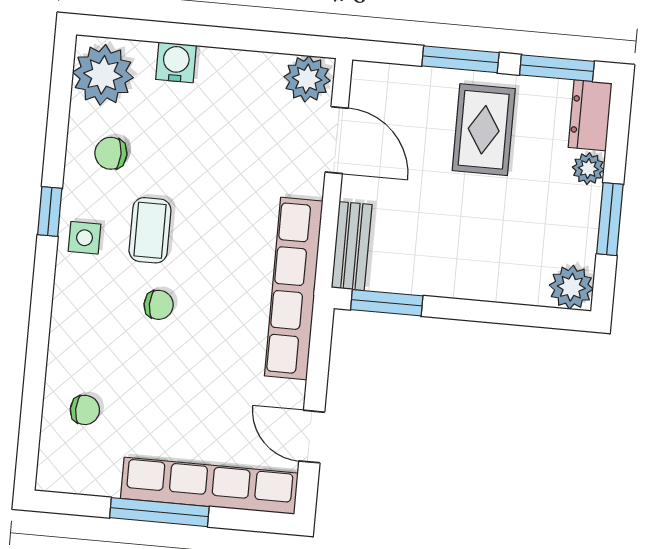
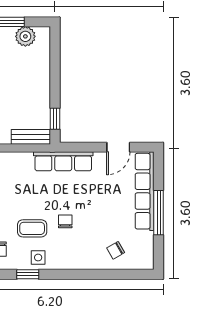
plant: (571, 287) -> (25, 36), moved
row of seats: (294, 289) -> (63, 161), width x0.73
window: (387, 303) -> (55, 119), width x0.67
chair: (85, 410) -> (116, 250), turned -120

